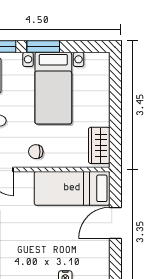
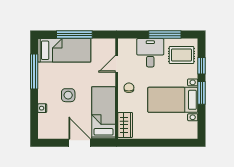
wardrobe: (99, 145) -> (125, 125), moved, turned 90
side table: (47, 239) -> (68, 95), added

